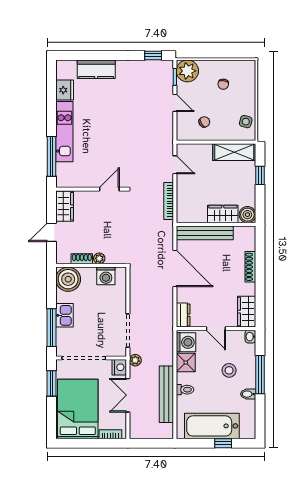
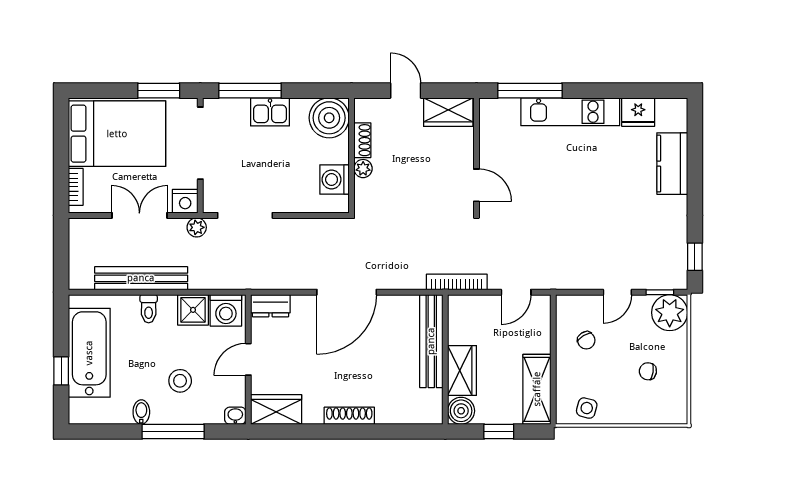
wardrobe: (223, 214) -> (462, 370), moved
boiler: (247, 215) -> (461, 411), moved
wall: (216, 224) -> (445, 359), moved
bench: (205, 233) -> (431, 341), moved

